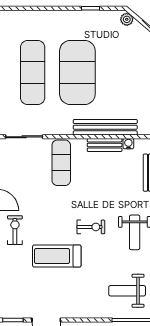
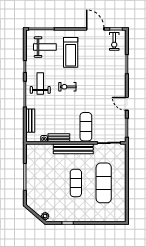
exercise mat: (77, 72) -> (76, 183), width x0.50, depth x0.69
bench: (105, 127) -> (73, 149), moved
exercise bike: (15, 230) -> (114, 41), moved
treadmill: (57, 256) -> (71, 52), moved, turned 90

